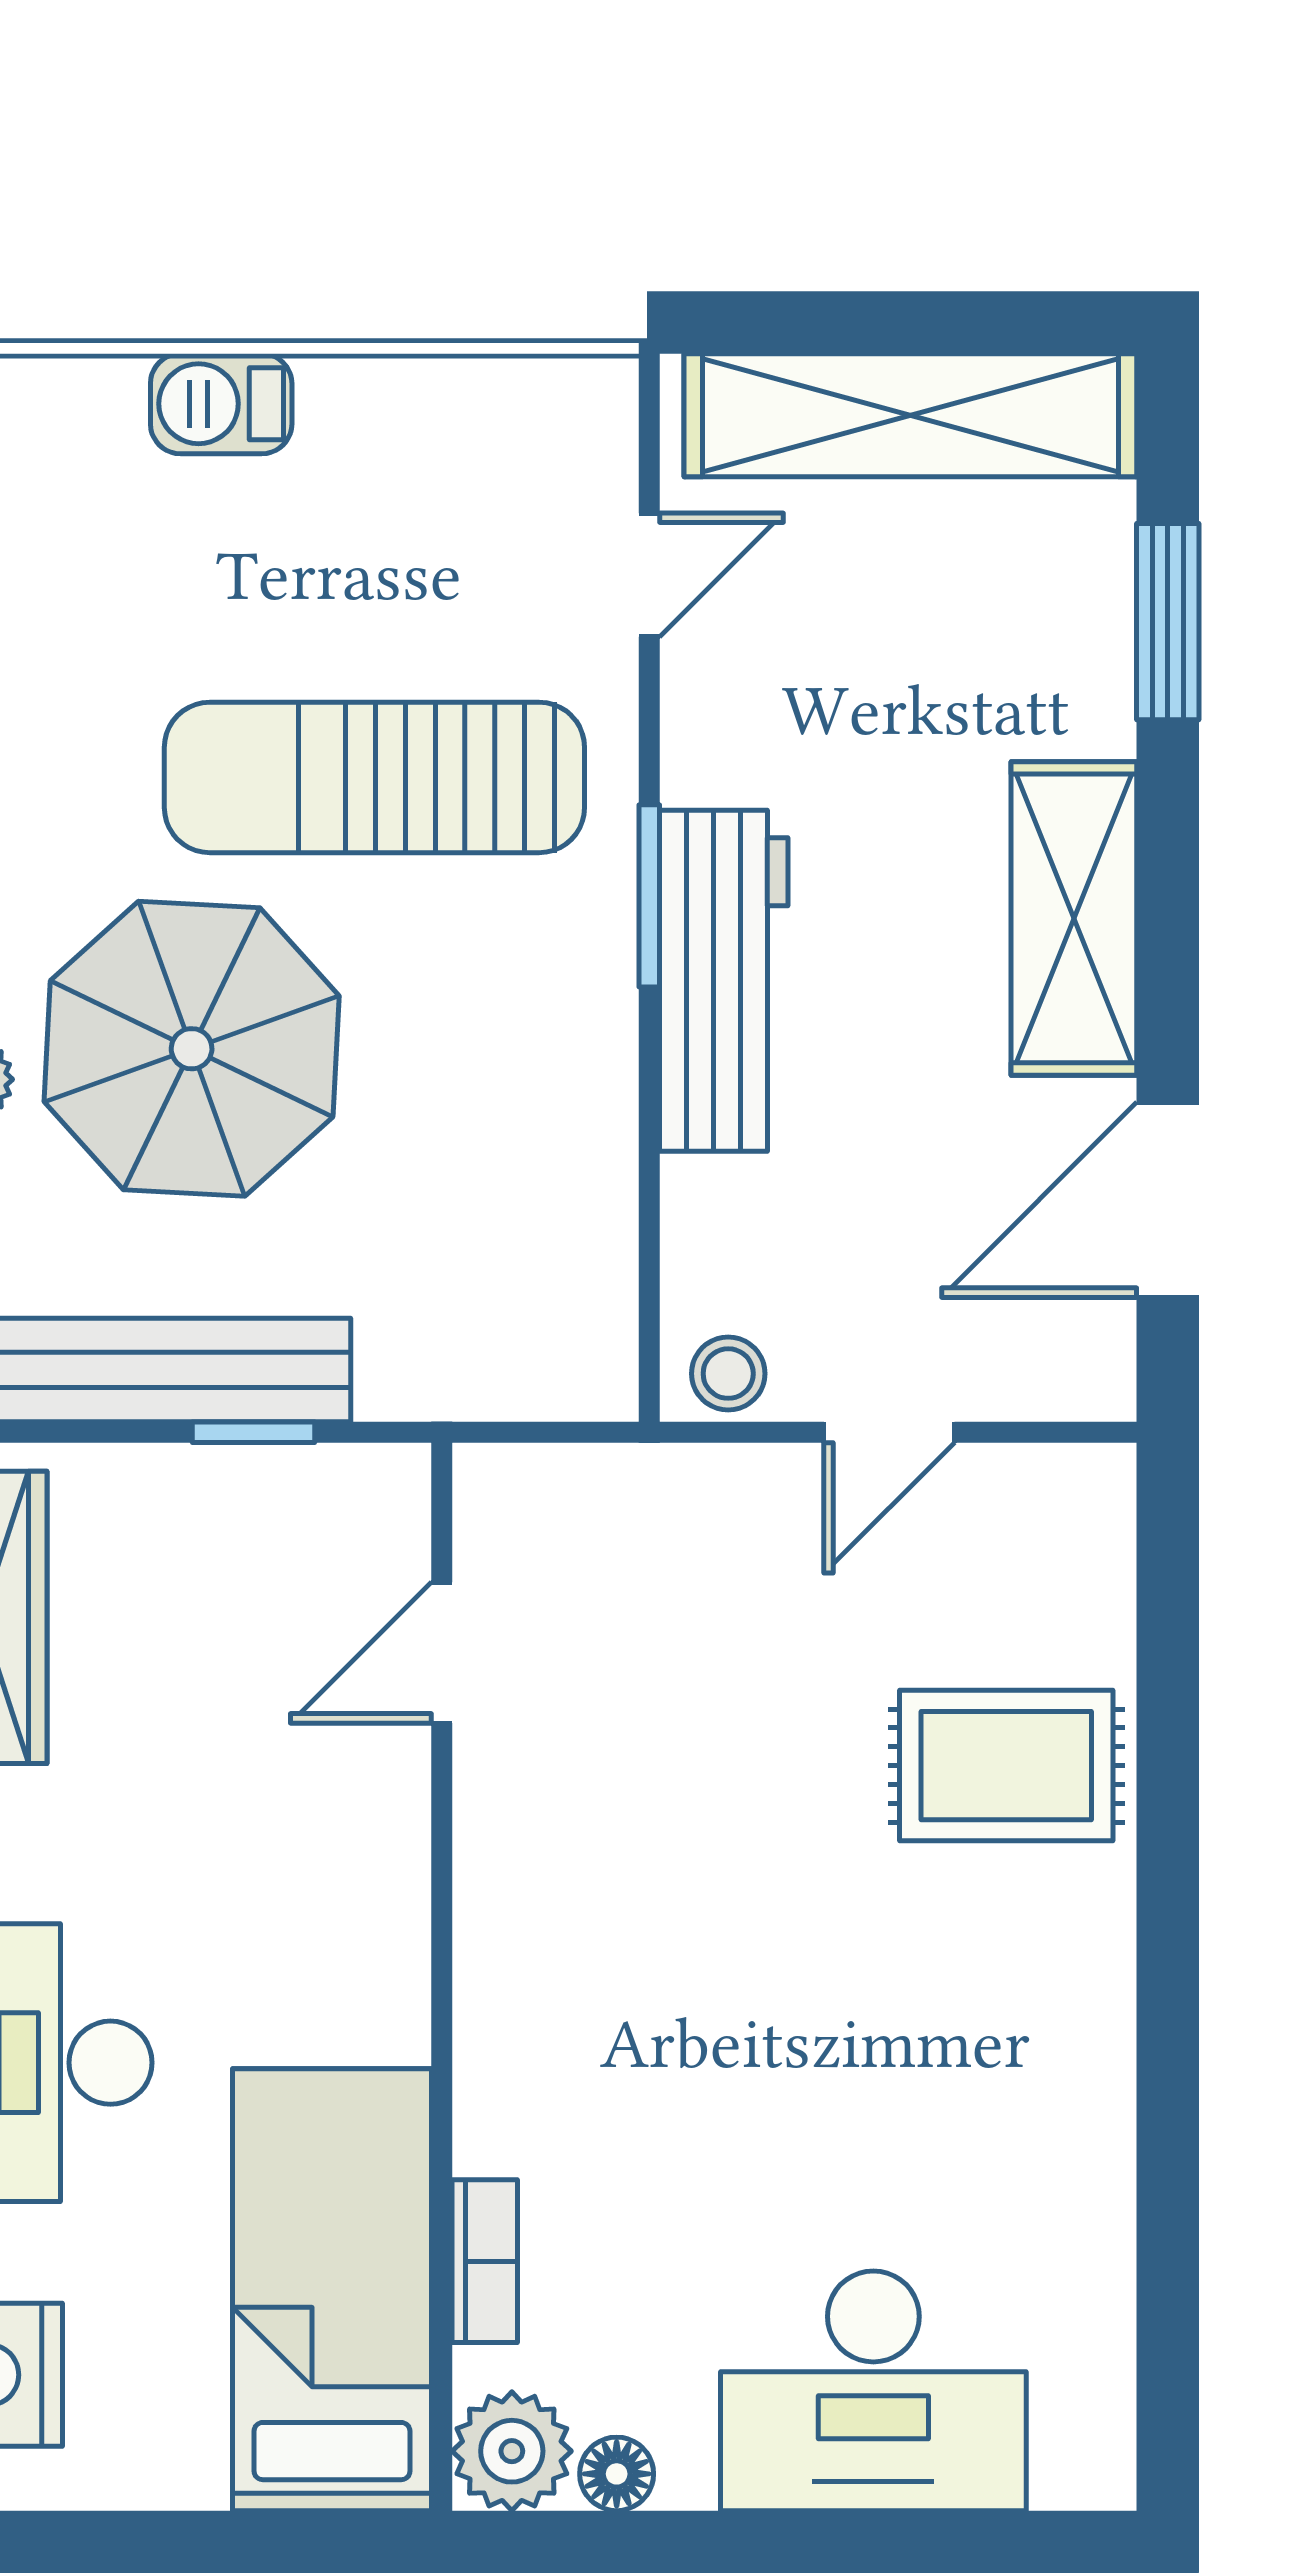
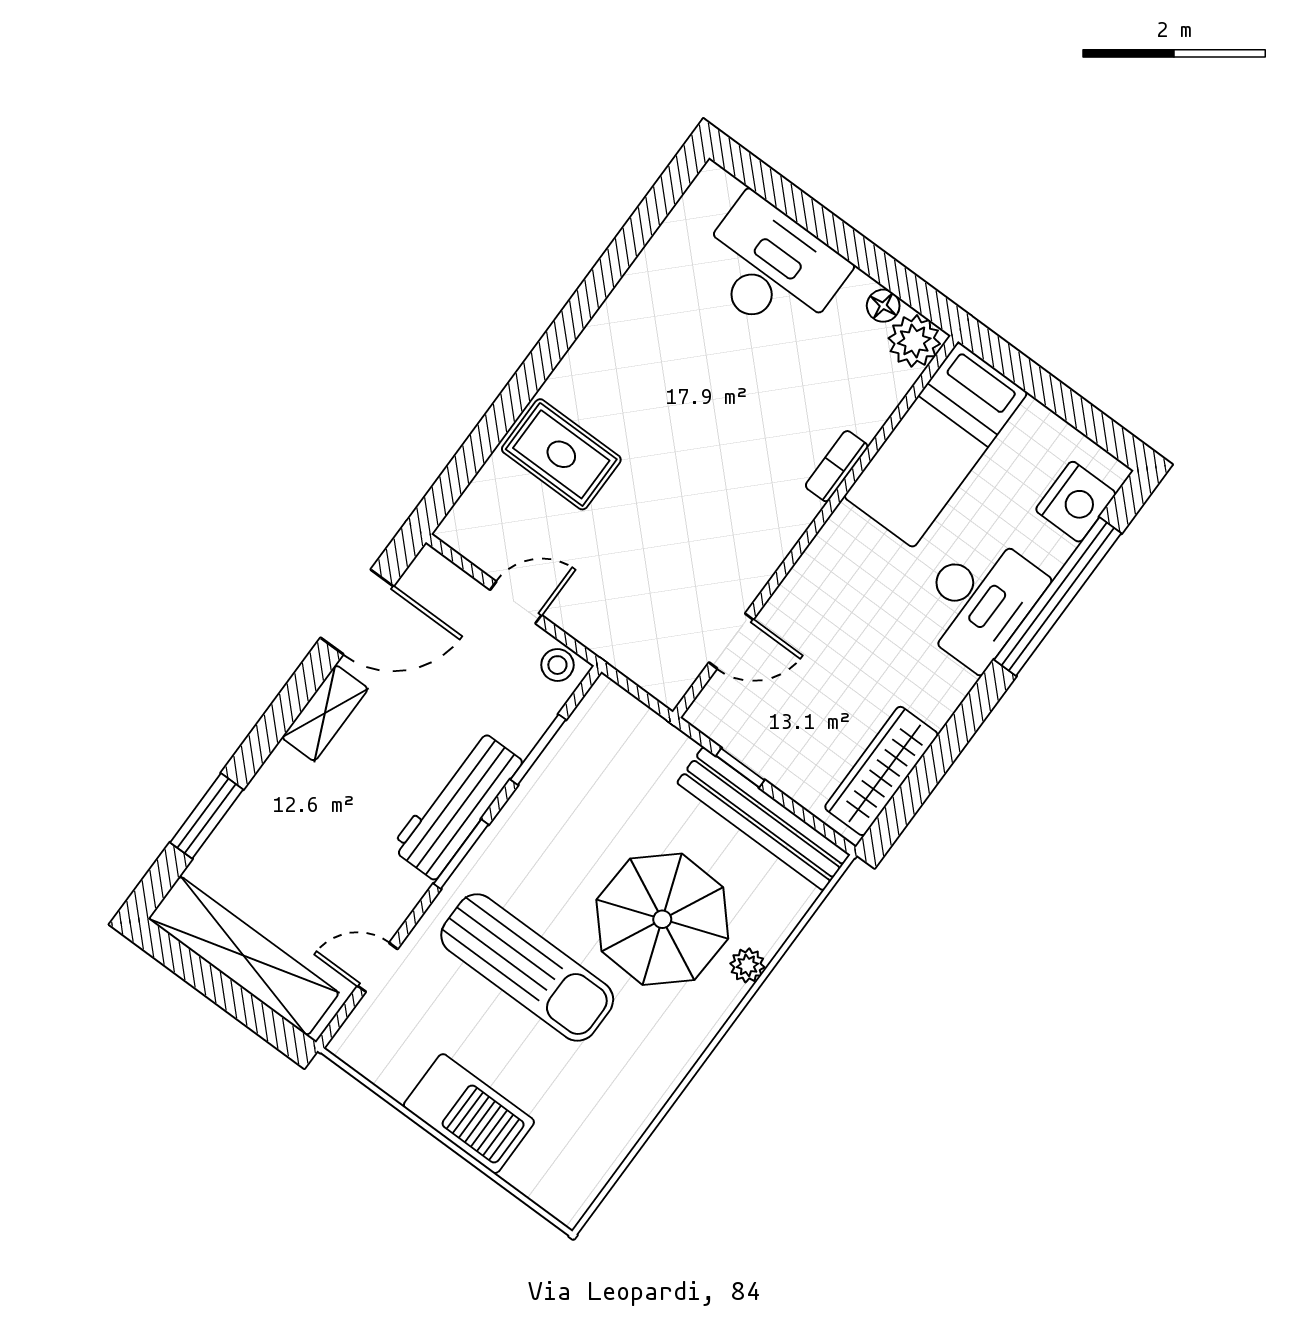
barbecue: (221, 404) -> (469, 1114), width x1.88, depth x1.53
shelving: (1074, 918) -> (325, 713), width x0.67, depth x0.75
window: (649, 1192) -> (538, 750), added
bookcase: (485, 2261) -> (837, 466), moved

